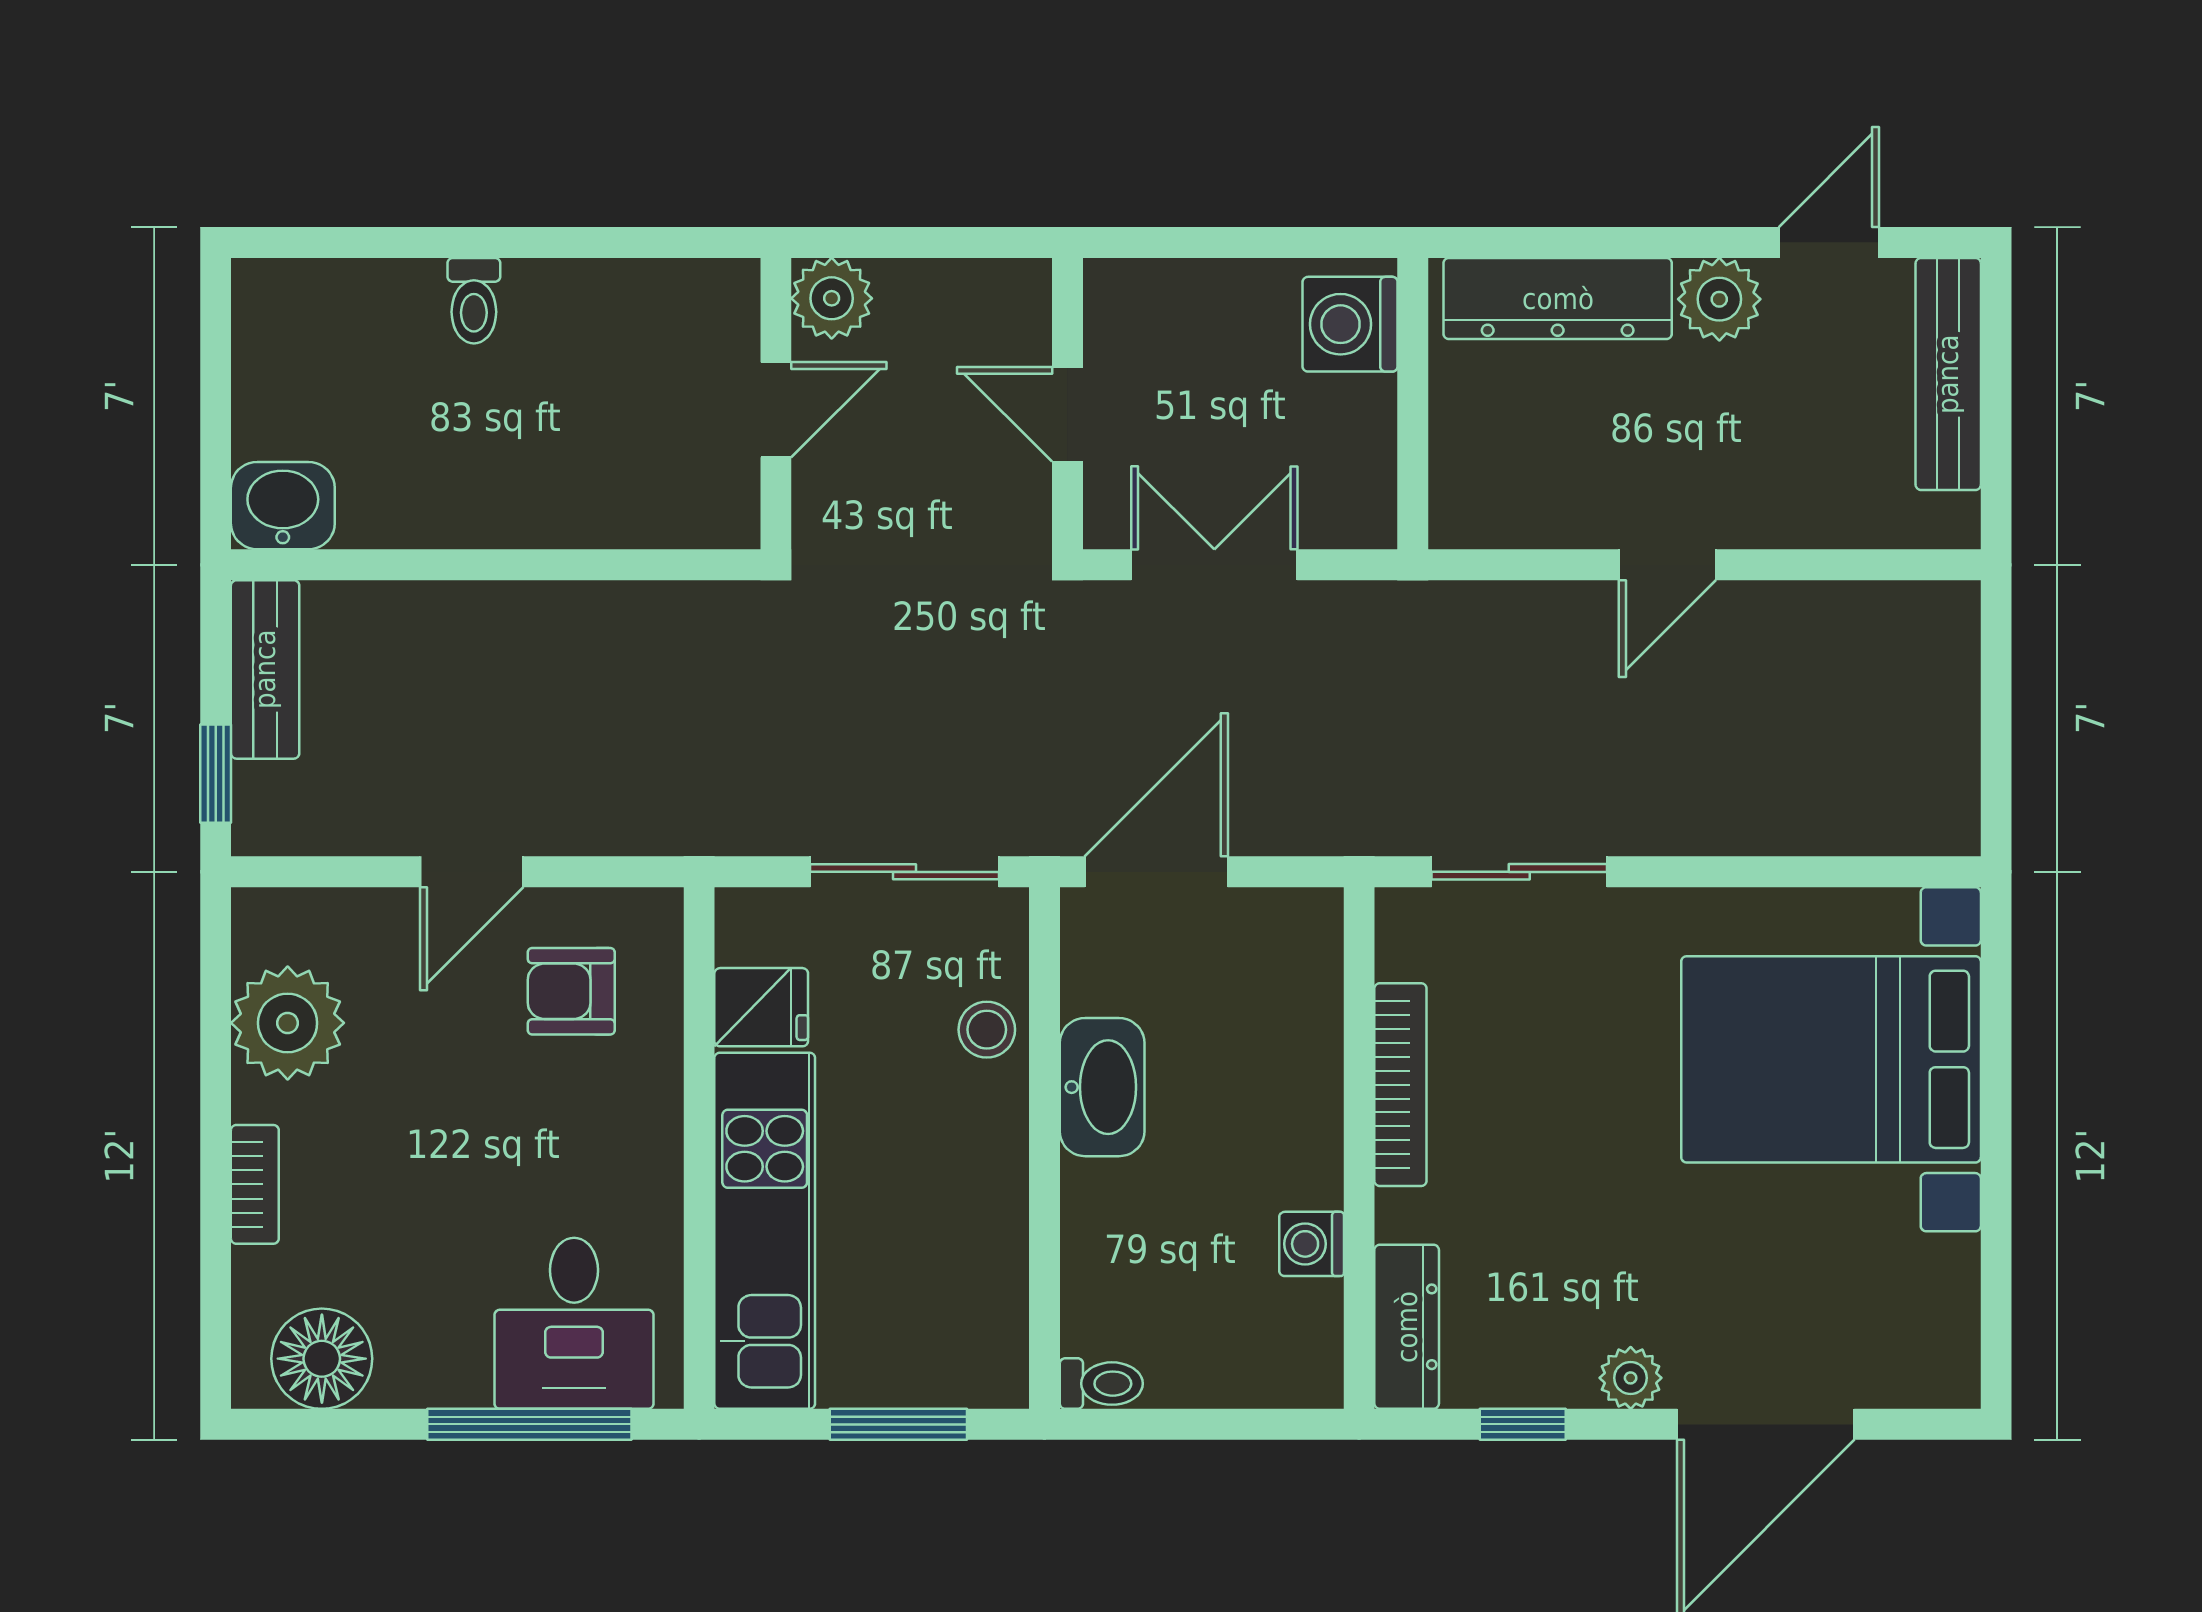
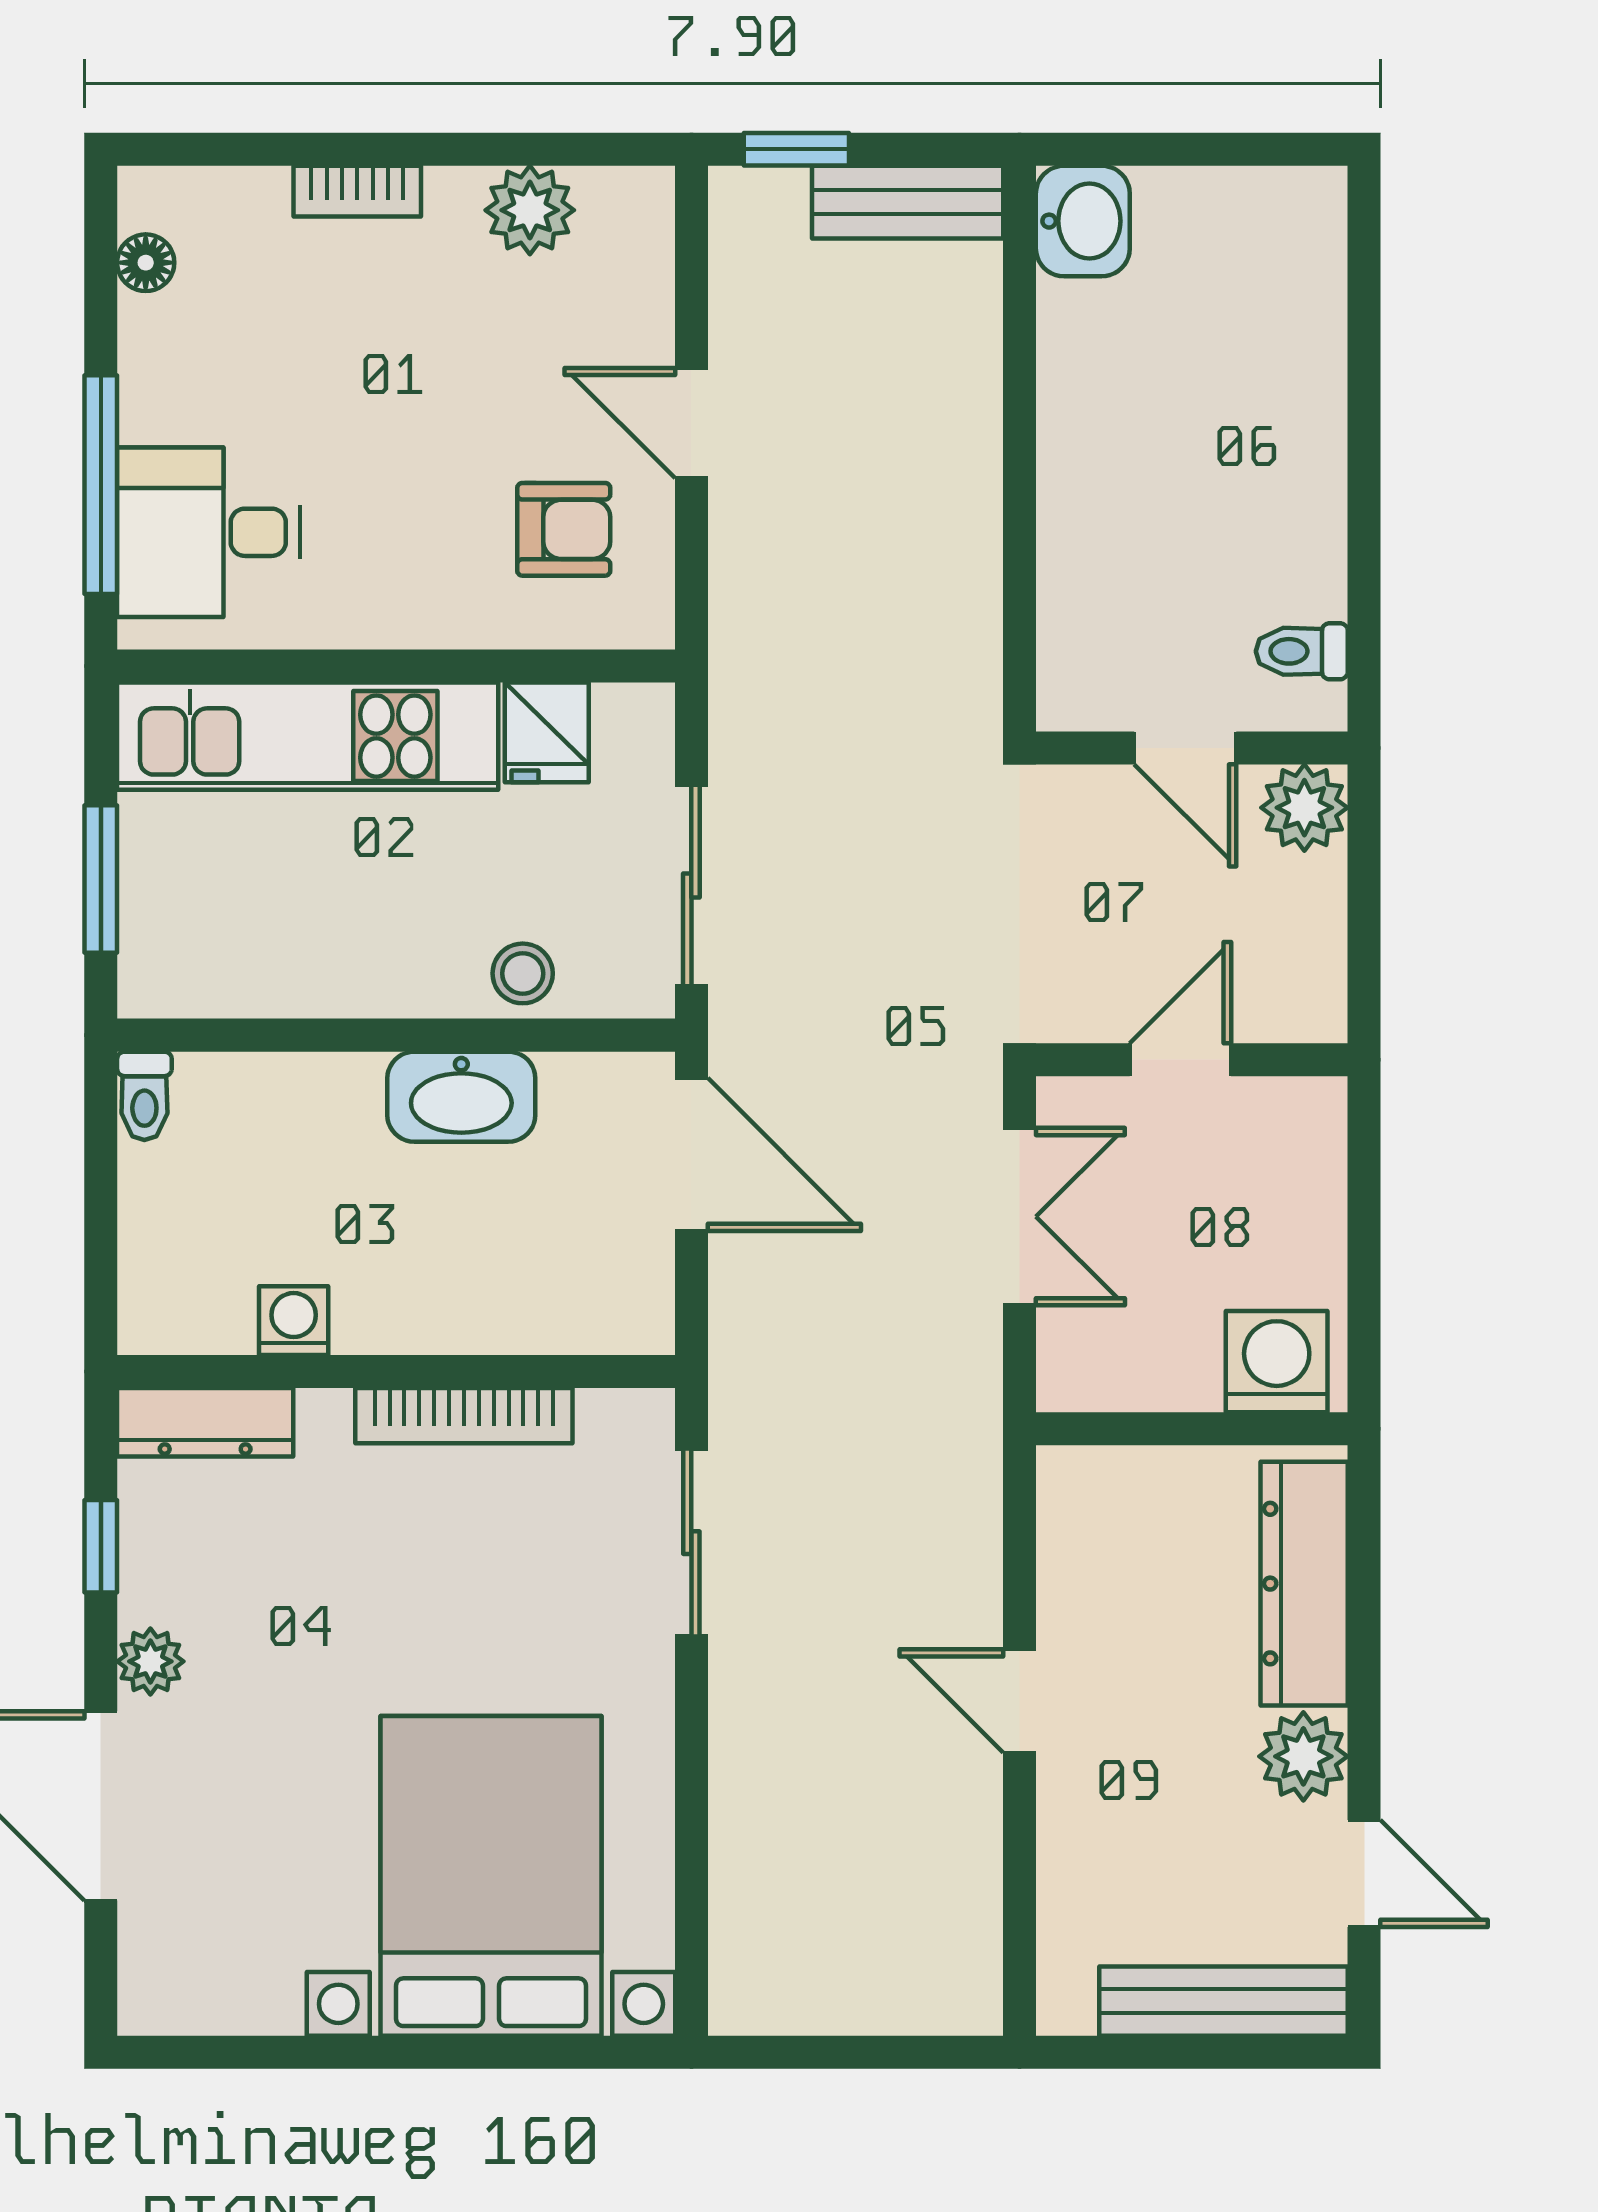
toilet: (474, 301) -> (1302, 651), moved
armchair: (571, 991) -> (564, 529), turned 90
plant: (288, 1023) -> (530, 210), width x0.73, depth x0.73
floor lamp: (322, 1359) -> (146, 263), width x0.53, depth x0.53

